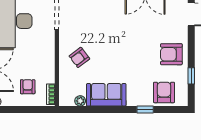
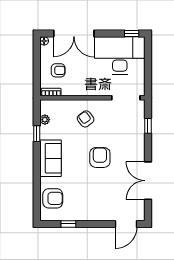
armchair: (171, 54) -> (100, 157), moved
sofa: (106, 95) -> (51, 158), moved
window: (145, 109) -> (37, 134), moved

